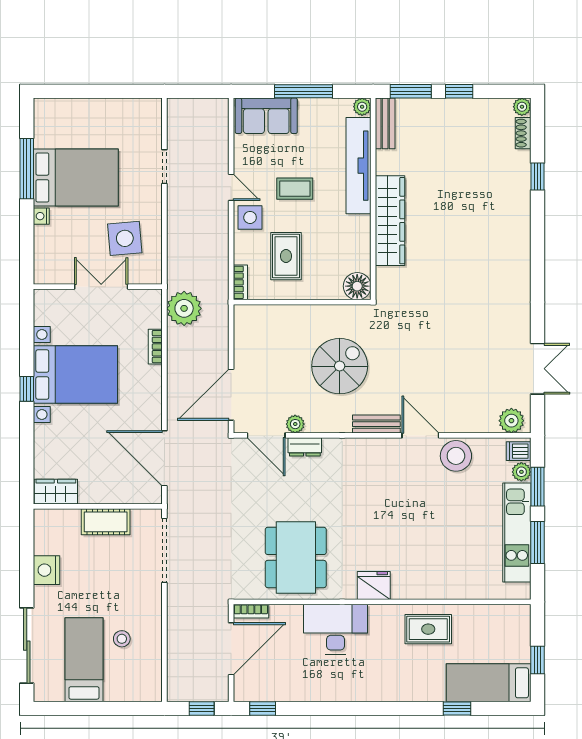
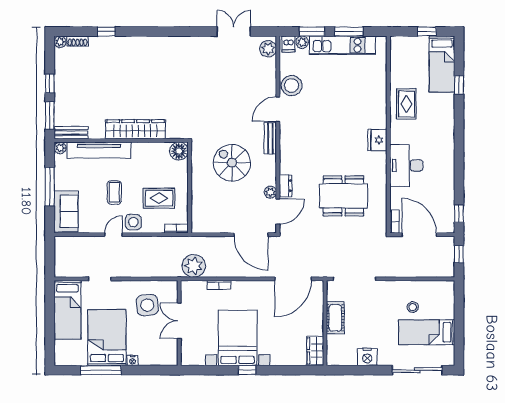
bed: (118, 118) -> (67, 310), added
dining table: (296, 557) -> (343, 196), moved

